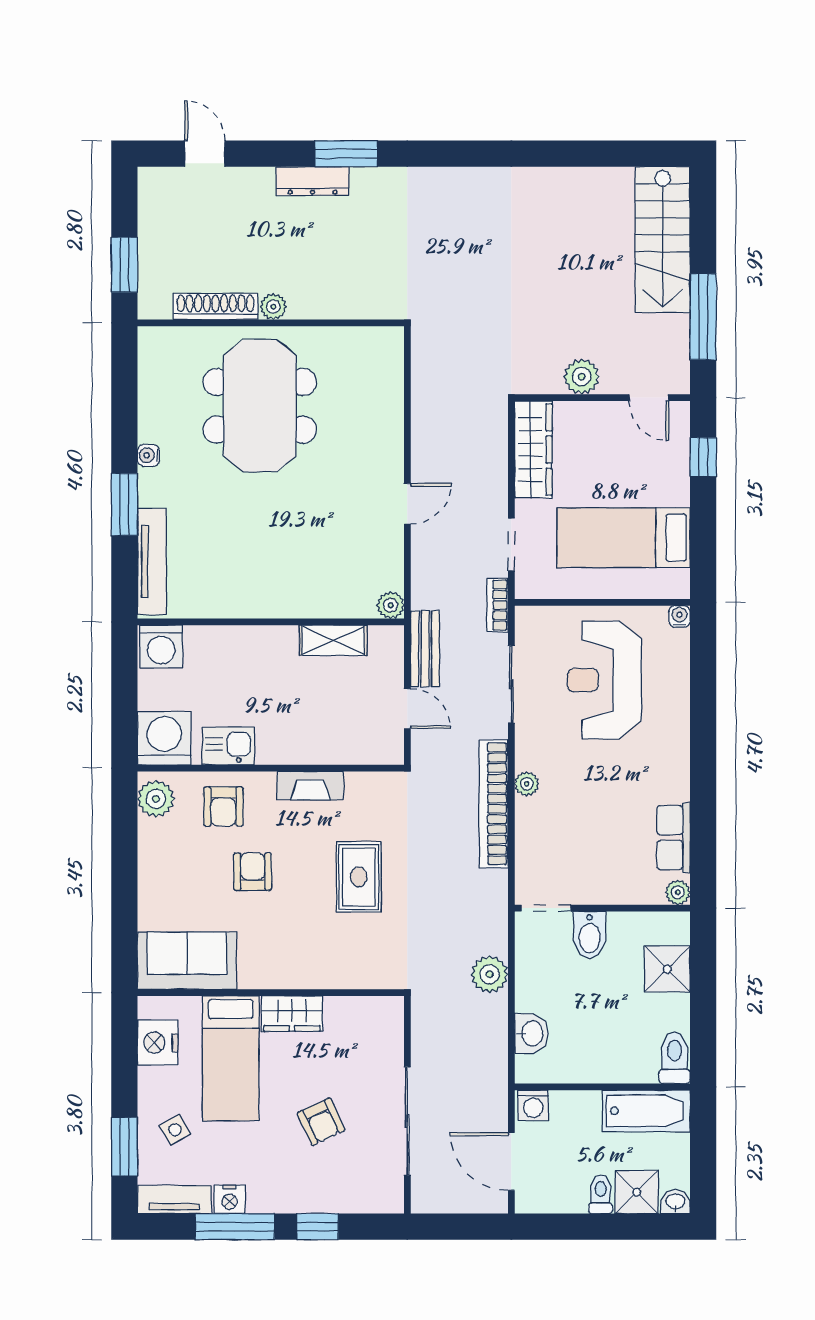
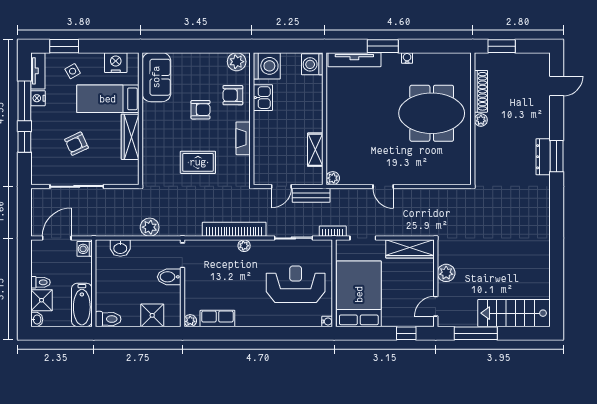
dresser: (313, 181) -> (543, 157), moved
bed: (624, 538) -> (359, 294), width x1.50
wardrobe: (292, 1014) -> (130, 137), width x1.50

